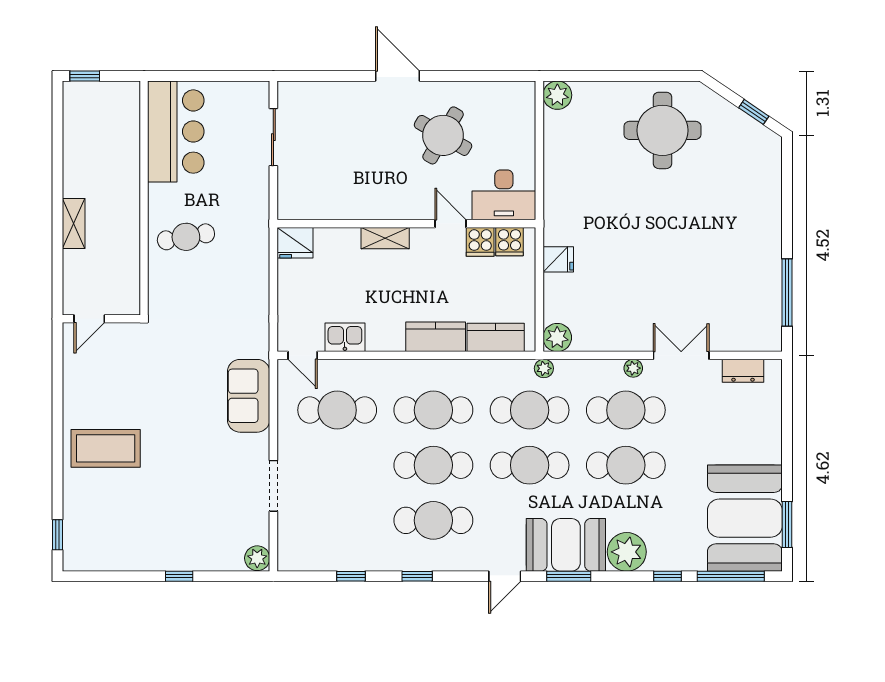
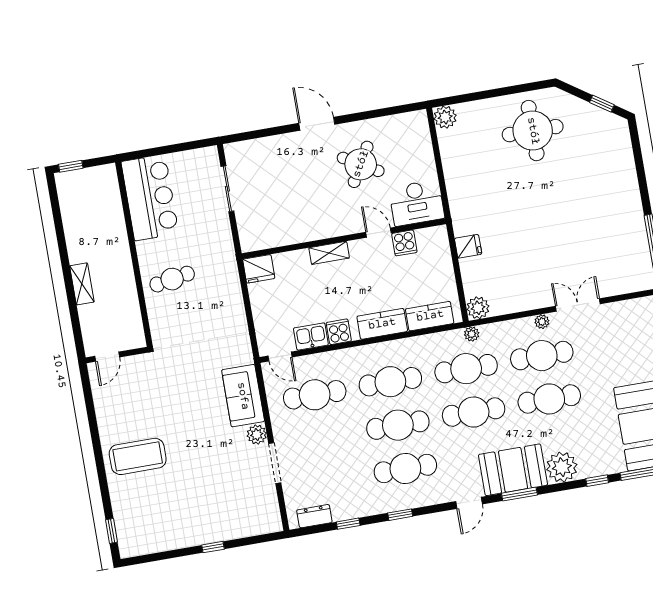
cooker: (510, 242) -> (339, 332), moved, turned 180
dresser: (743, 371) -> (314, 516), moved, turned 180
plant: (257, 558) -> (257, 435), moved

